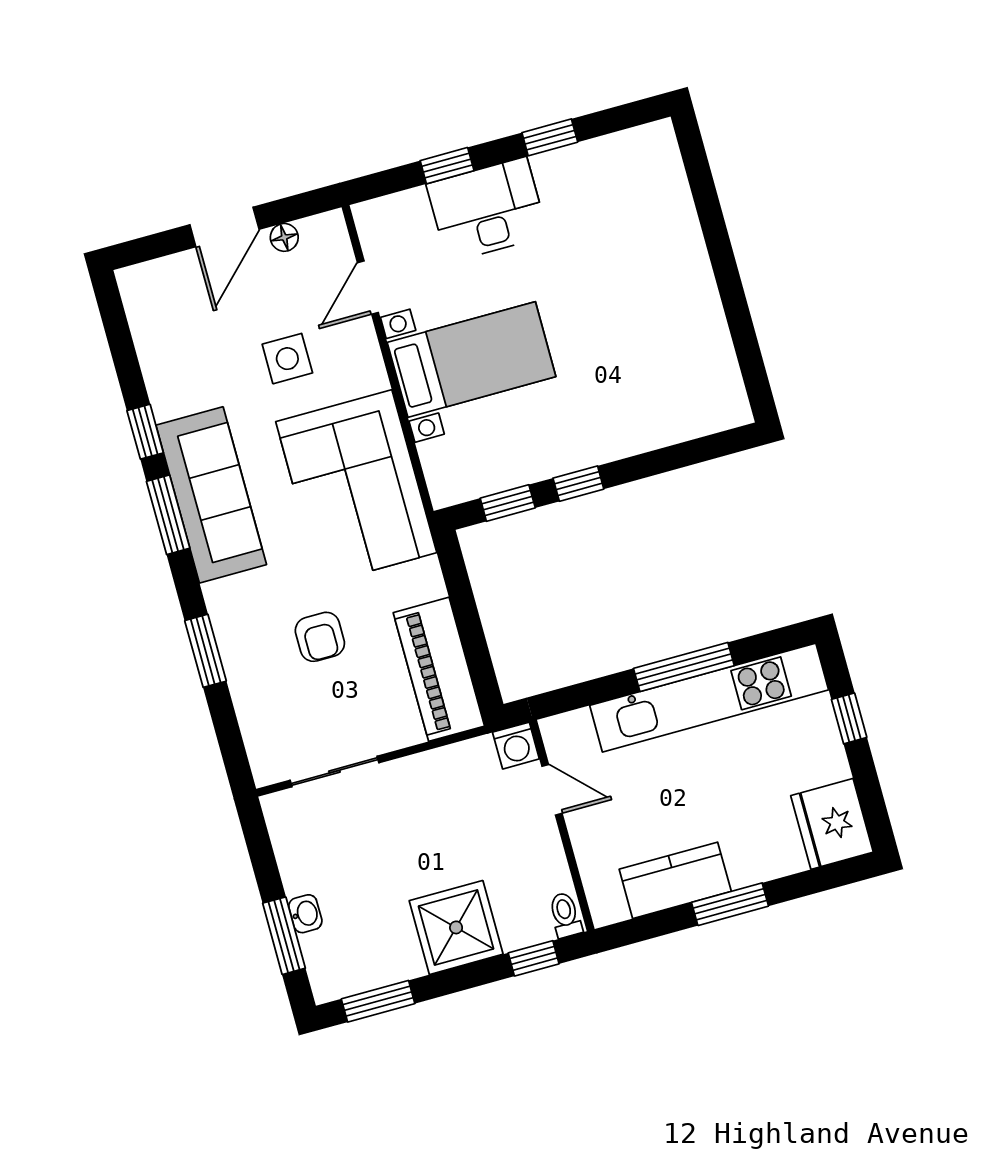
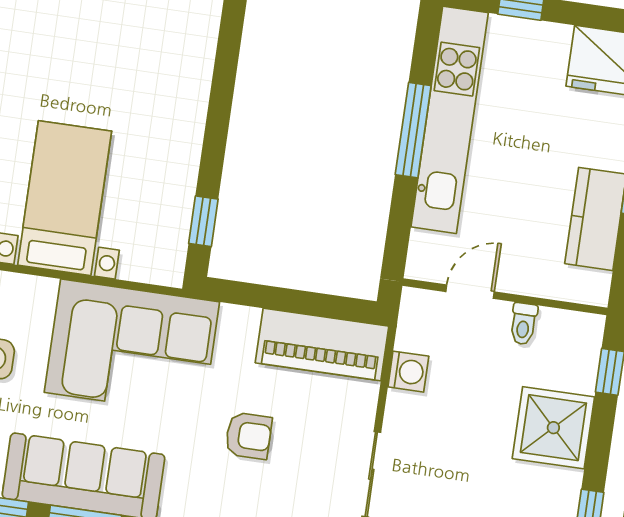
window: (578, 484) -> (213, 152), removed
washing machine: (516, 746) -> (408, 372), moved
toilet: (565, 915) -> (523, 324), moved, turned -90

